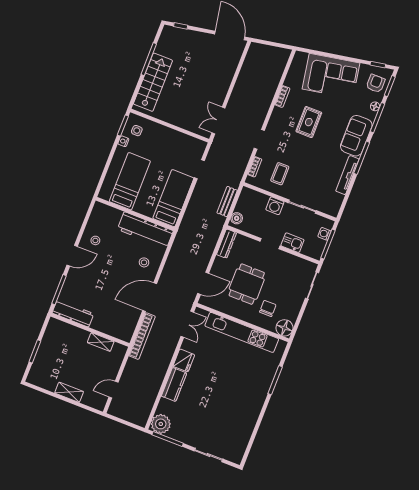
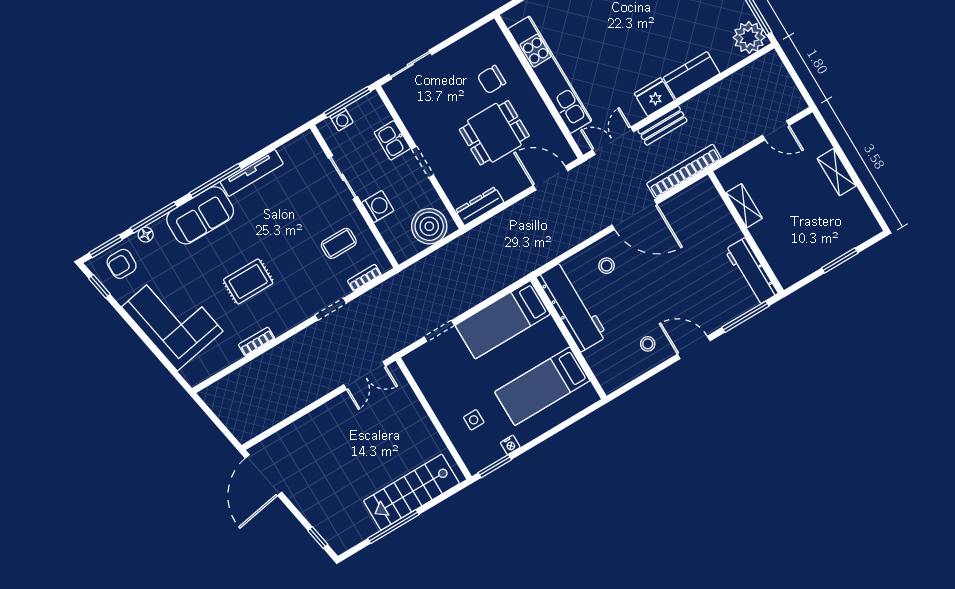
side table: (137, 131) -> (474, 420), moved
bench: (227, 202) -> (662, 126), moved
boiler: (237, 218) -> (429, 226), width x1.86, depth x1.86
floor lamp: (284, 328) -> (490, 37), removed

